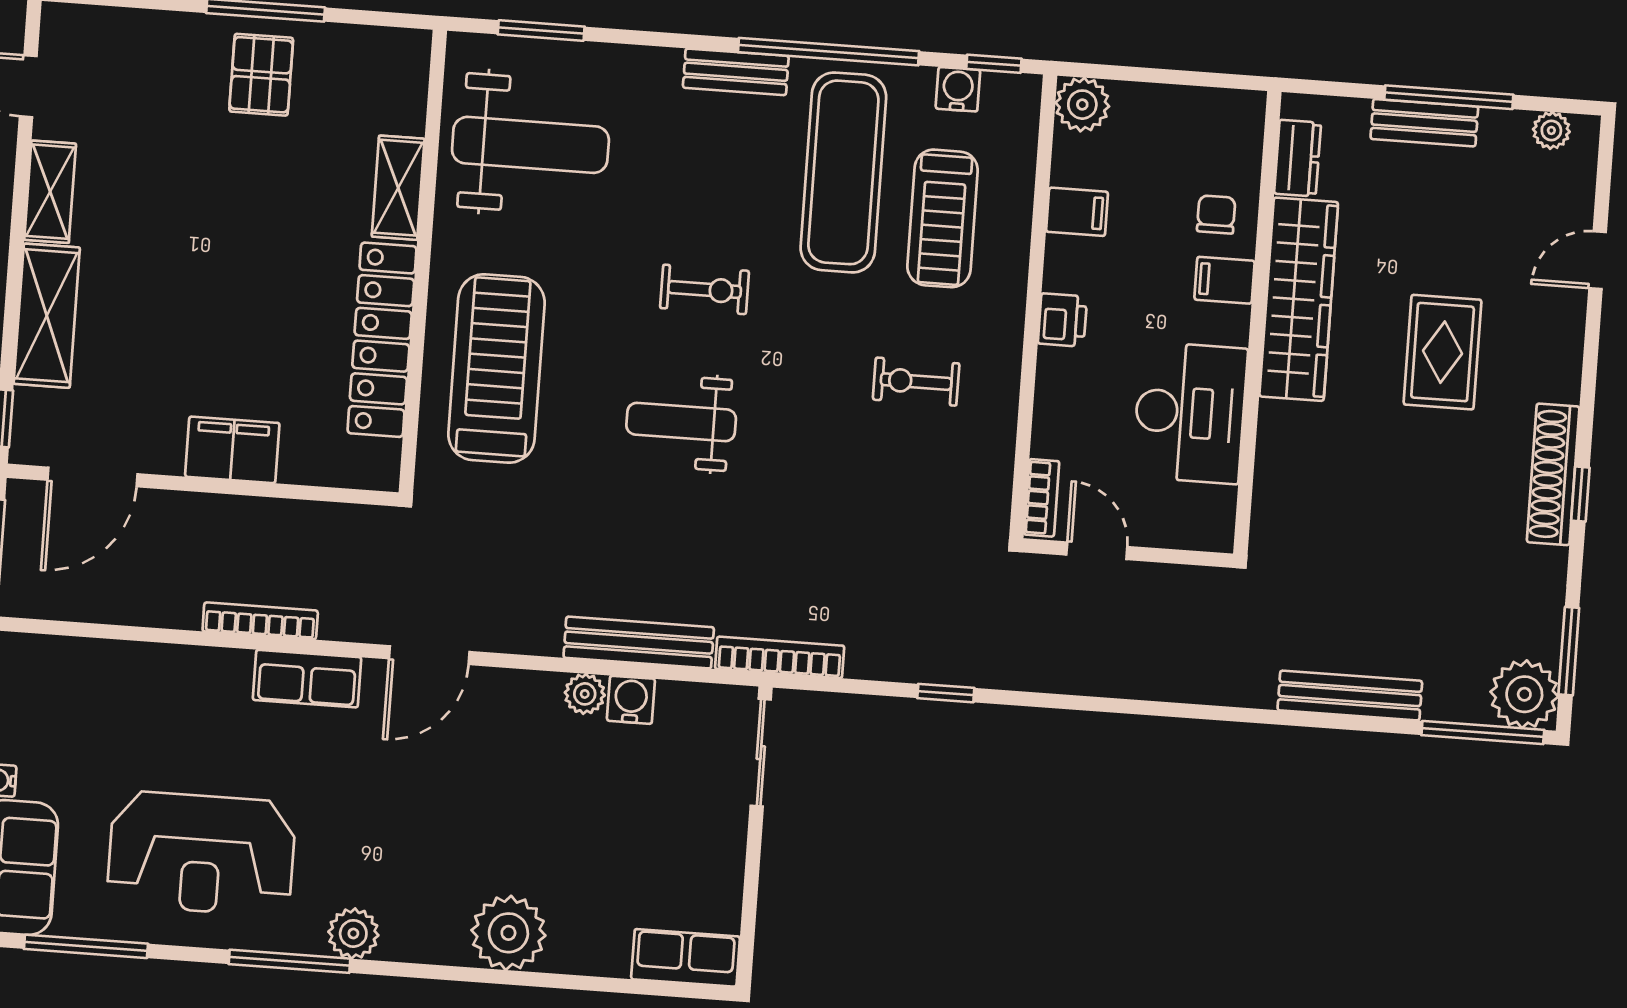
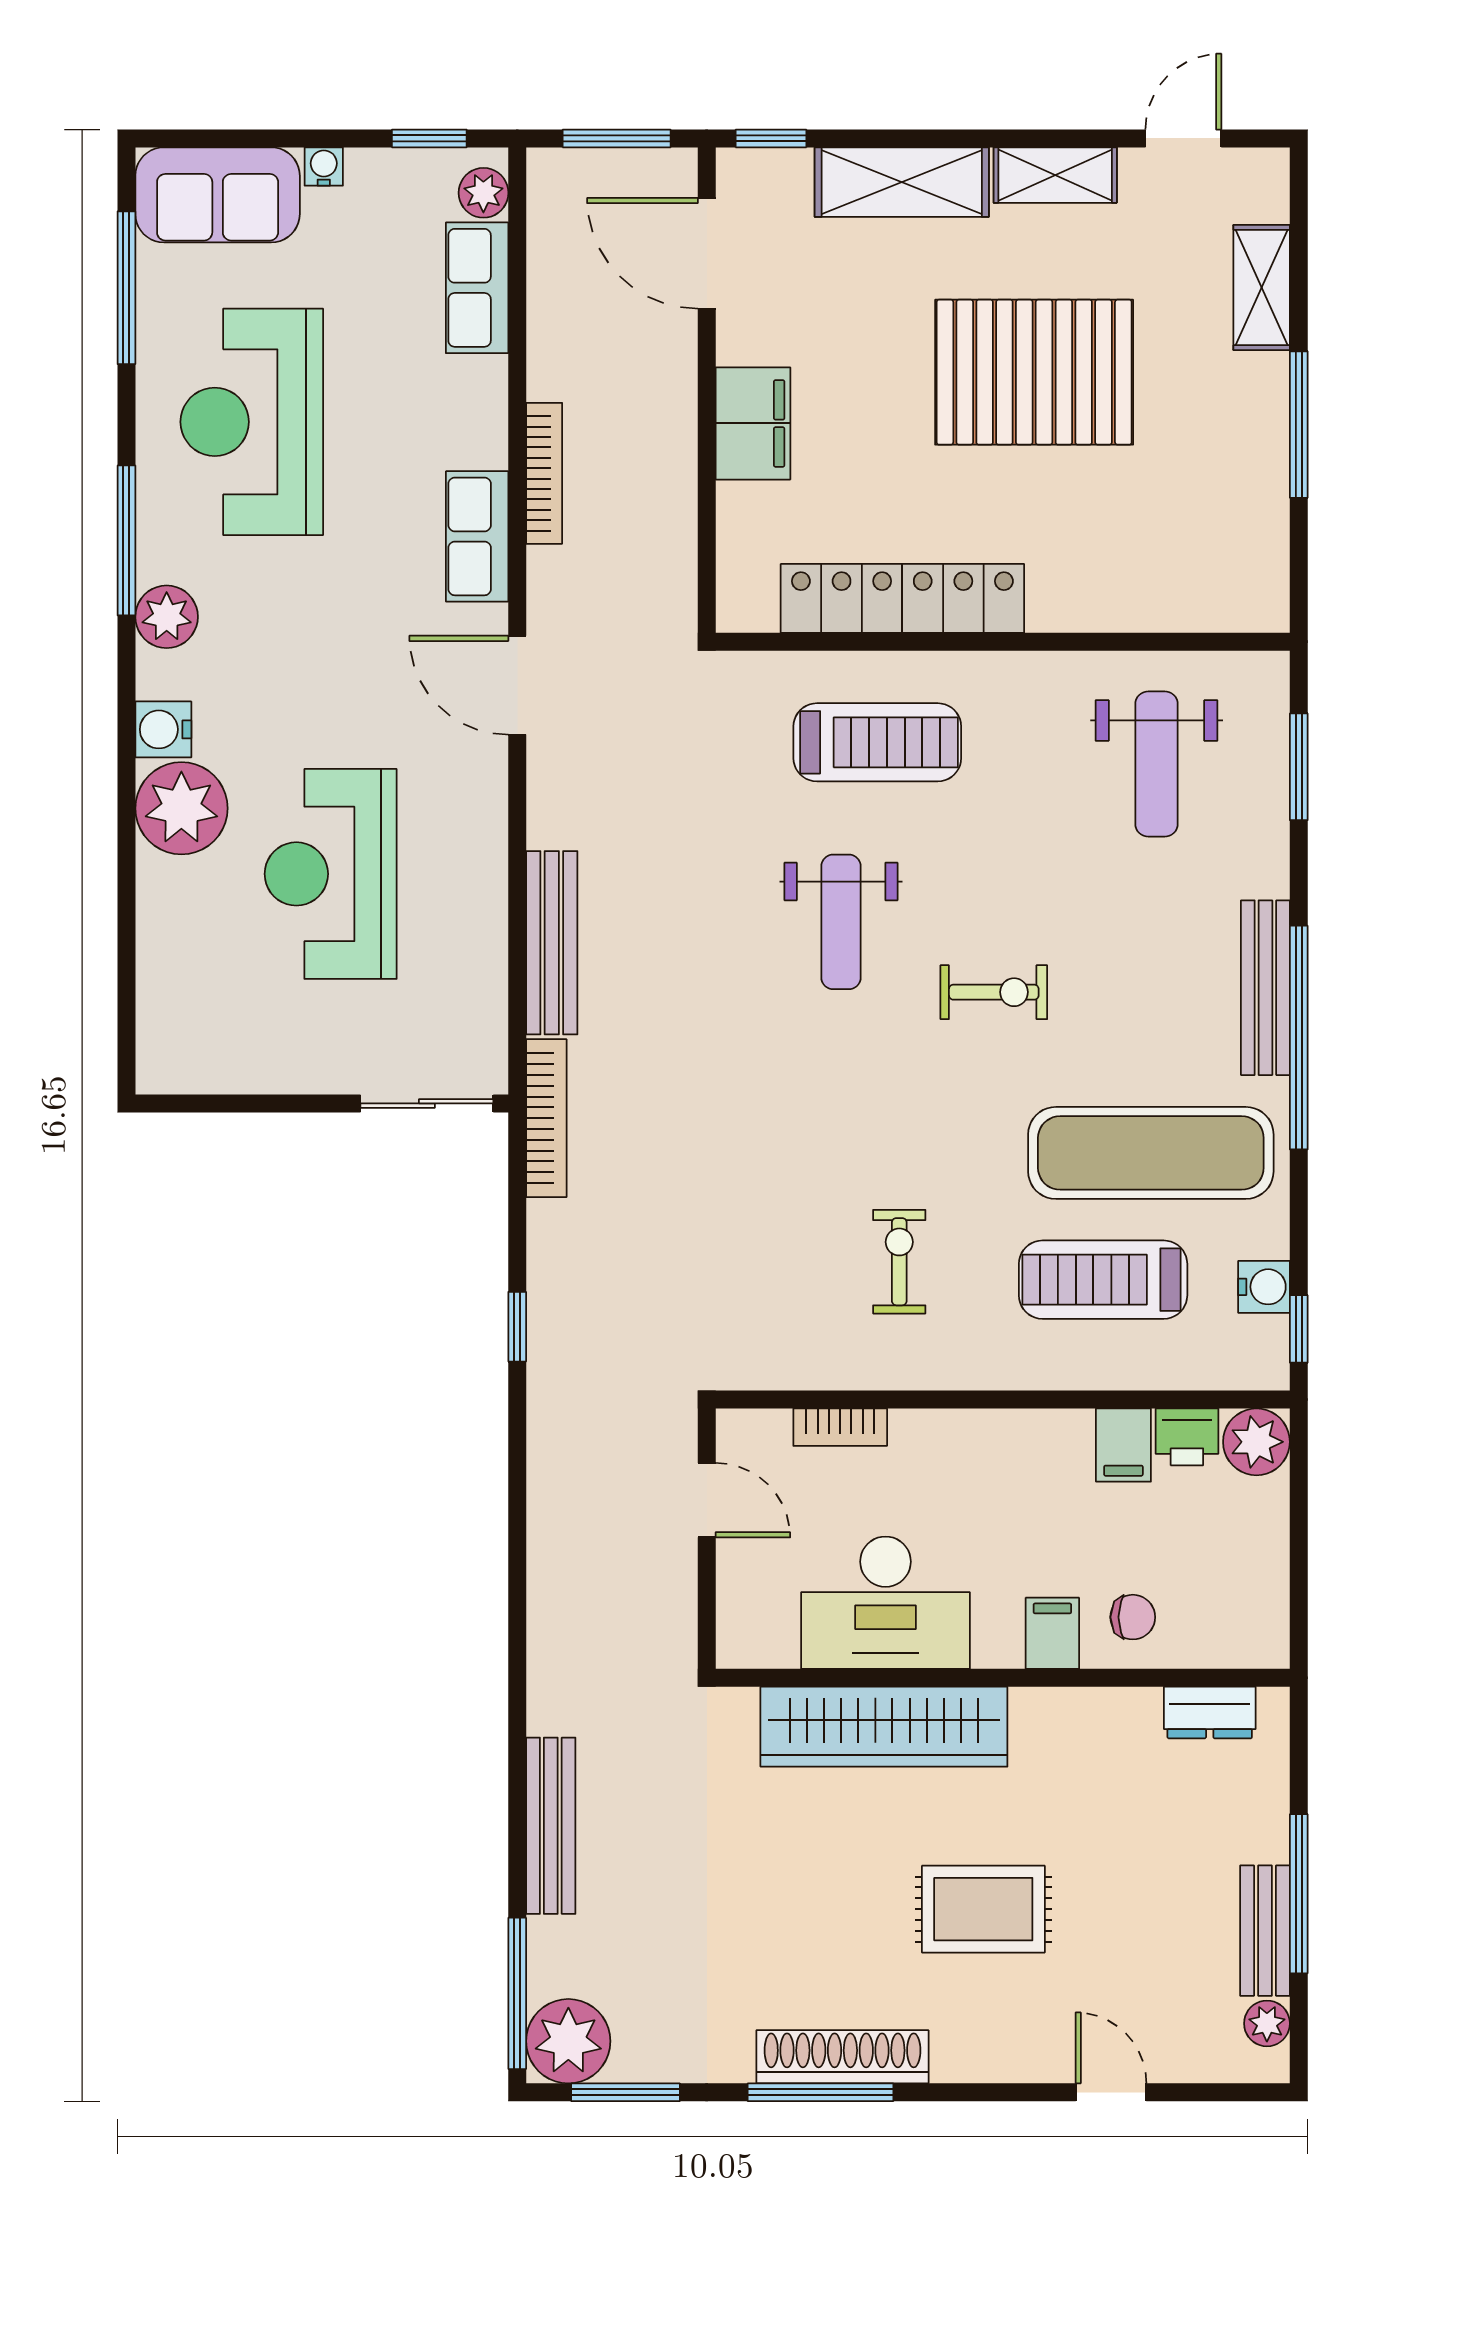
window: (829, 52) -> (1299, 1038), moved
bench: (736, 72) -> (1265, 988), width x1.36
pallet: (261, 75) -> (1034, 372), moved, width x2.05, depth x2.00
bench: (1424, 123) -> (1265, 1931), moved
weight bench: (530, 145) -> (1157, 764), width x0.73, depth x0.75
shelving: (398, 188) -> (1262, 288), moved, turned 90
exercise bike: (705, 289) -> (994, 992), turned -90
wardrobe: (1299, 299) -> (884, 1727), moved
printer: (1062, 320) -> (1187, 1437), moved
treadmill: (496, 369) -> (877, 742), width x0.73, depth x0.73
weight bench: (681, 422) -> (841, 922), moved, turned 180
window: (1580, 494) -> (821, 2092), width x2.17
bookcase: (1042, 498) -> (840, 1427), moved
door: (1097, 551) -> (707, 1500), hinge flipped
plant: (585, 694) -> (483, 193), moved
water cooler: (631, 700) -> (163, 729), moved, turned 180
reception desk: (570, 817) -> (331, 874), added
row of seats: (686, 958) -> (477, 288), moved, turned 180

